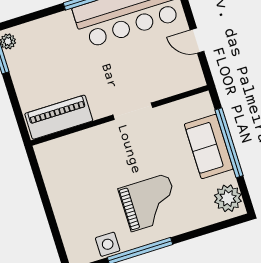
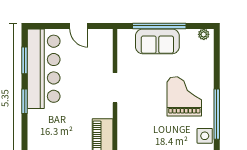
door: (197, 41) -> (79, 26), hinge flipped
plant: (228, 198) -> (204, 34), width x0.53, depth x0.53

